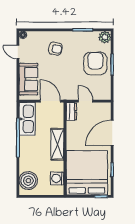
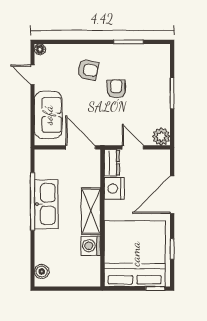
plant: (105, 37) -> (161, 137), moved
armchair: (95, 63) -> (116, 89), moved, width x0.53, depth x0.53
kitchen sink: (27, 119) -> (46, 204), moved
nightstand: (73, 129) -> (114, 189), added
washing machine: (57, 178) -> (91, 246), moved
boiler: (28, 181) -> (42, 271), width x0.54, depth x0.54

